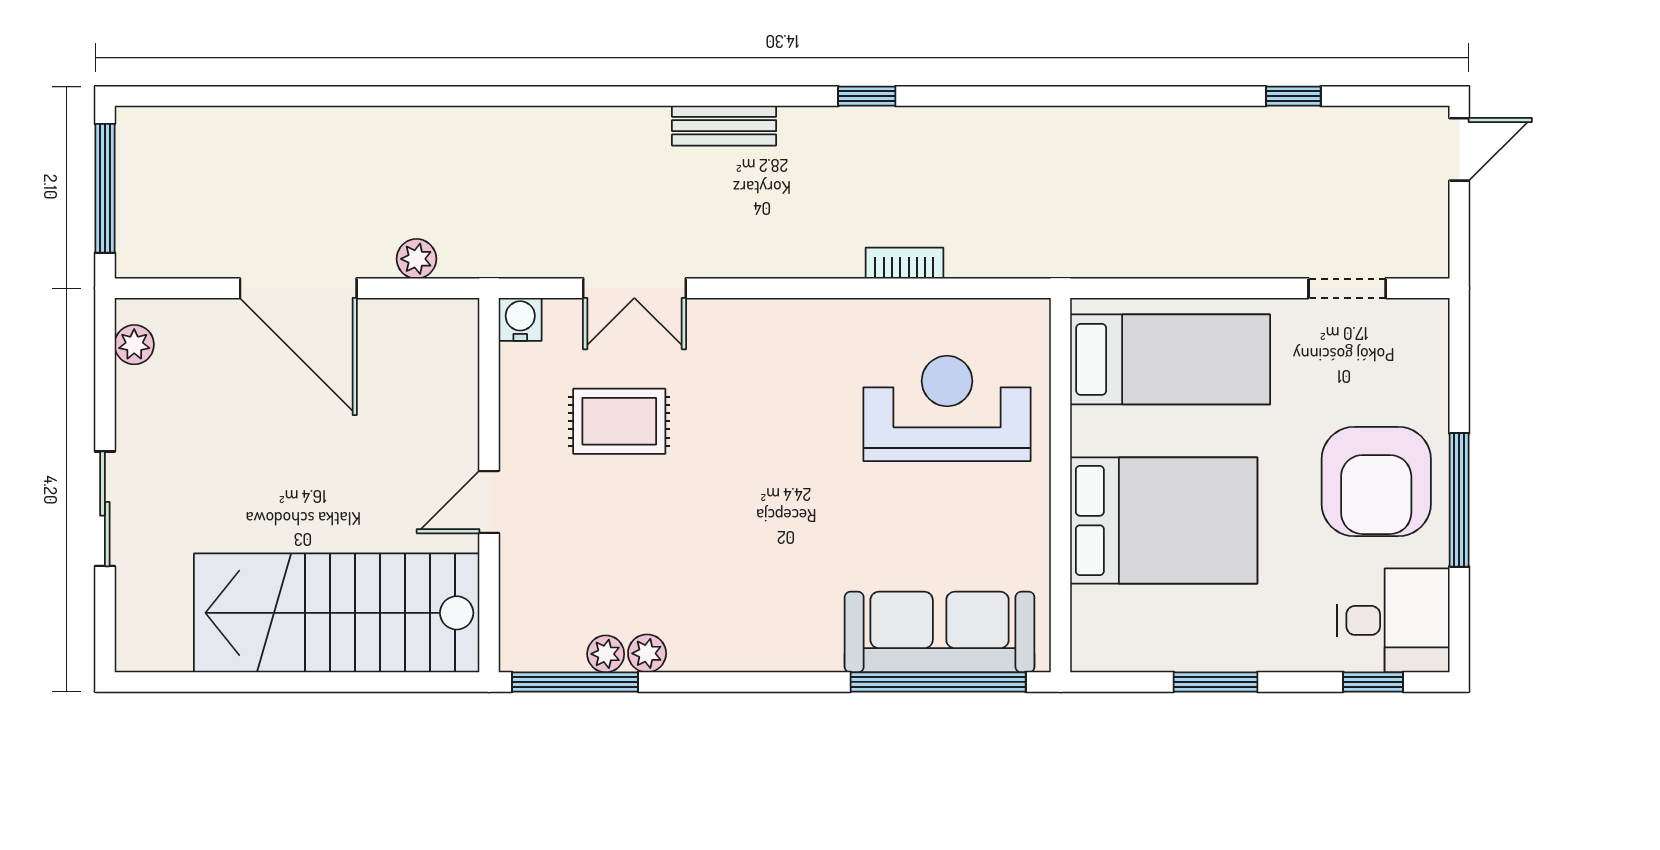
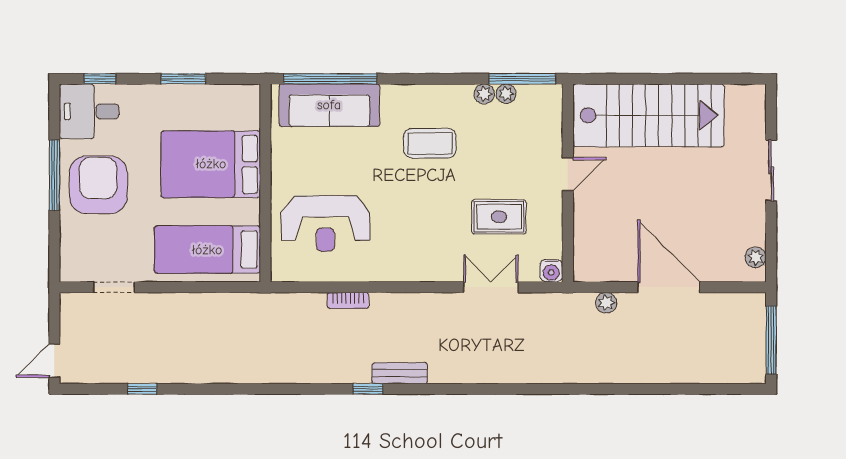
bench: (724, 126) -> (400, 373), moved
coffee table: (750, 560) -> (430, 143), added

